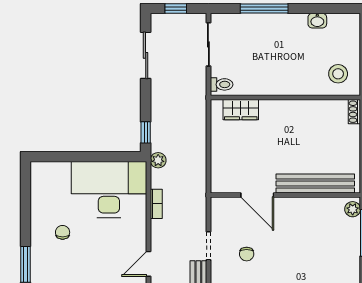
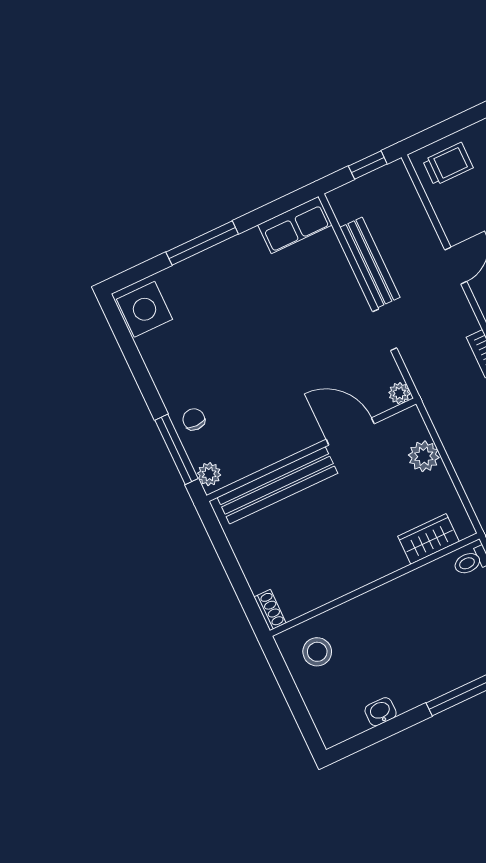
plant: (220, 160) -> (424, 456), added
plant: (217, 204) -> (399, 393), added
chair: (247, 254) -> (194, 419), moved

